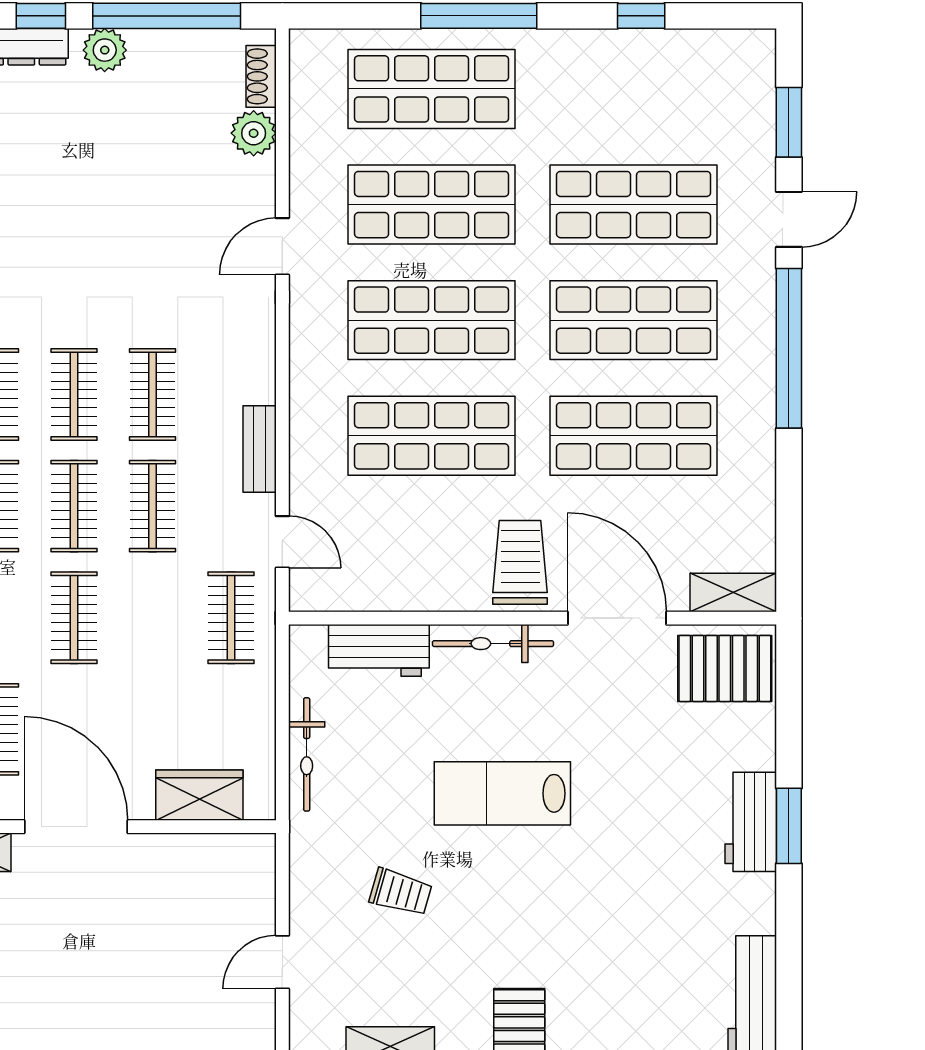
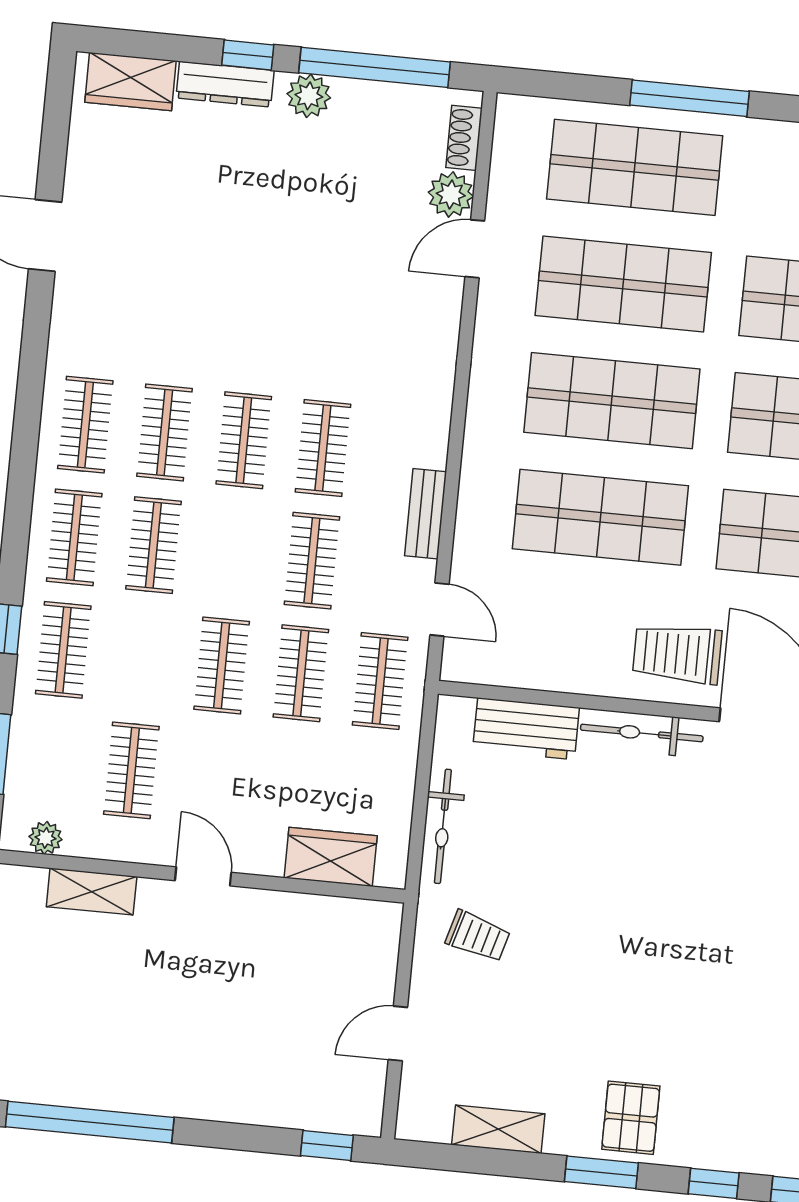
door: (282, 246) -> (475, 249), moved
clothes rail: (74, 506) -> (301, 673), moved
trolley: (520, 562) -> (677, 654), turned -90
lab bench: (502, 793) -> (636, 885), removed
door: (76, 827) -> (203, 876), width x0.53
trolley: (401, 892) -> (478, 936), moved

